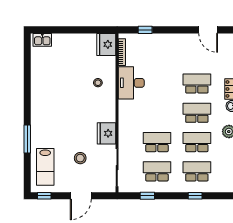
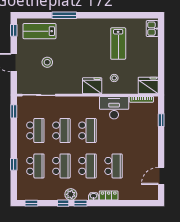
lab bench: (59, 78) -> (118, 44), added
school desk: (157, 113) -> (87, 130), added
fridge: (107, 133) -> (92, 86), moved
window: (147, 196) -> (14, 111), moved

